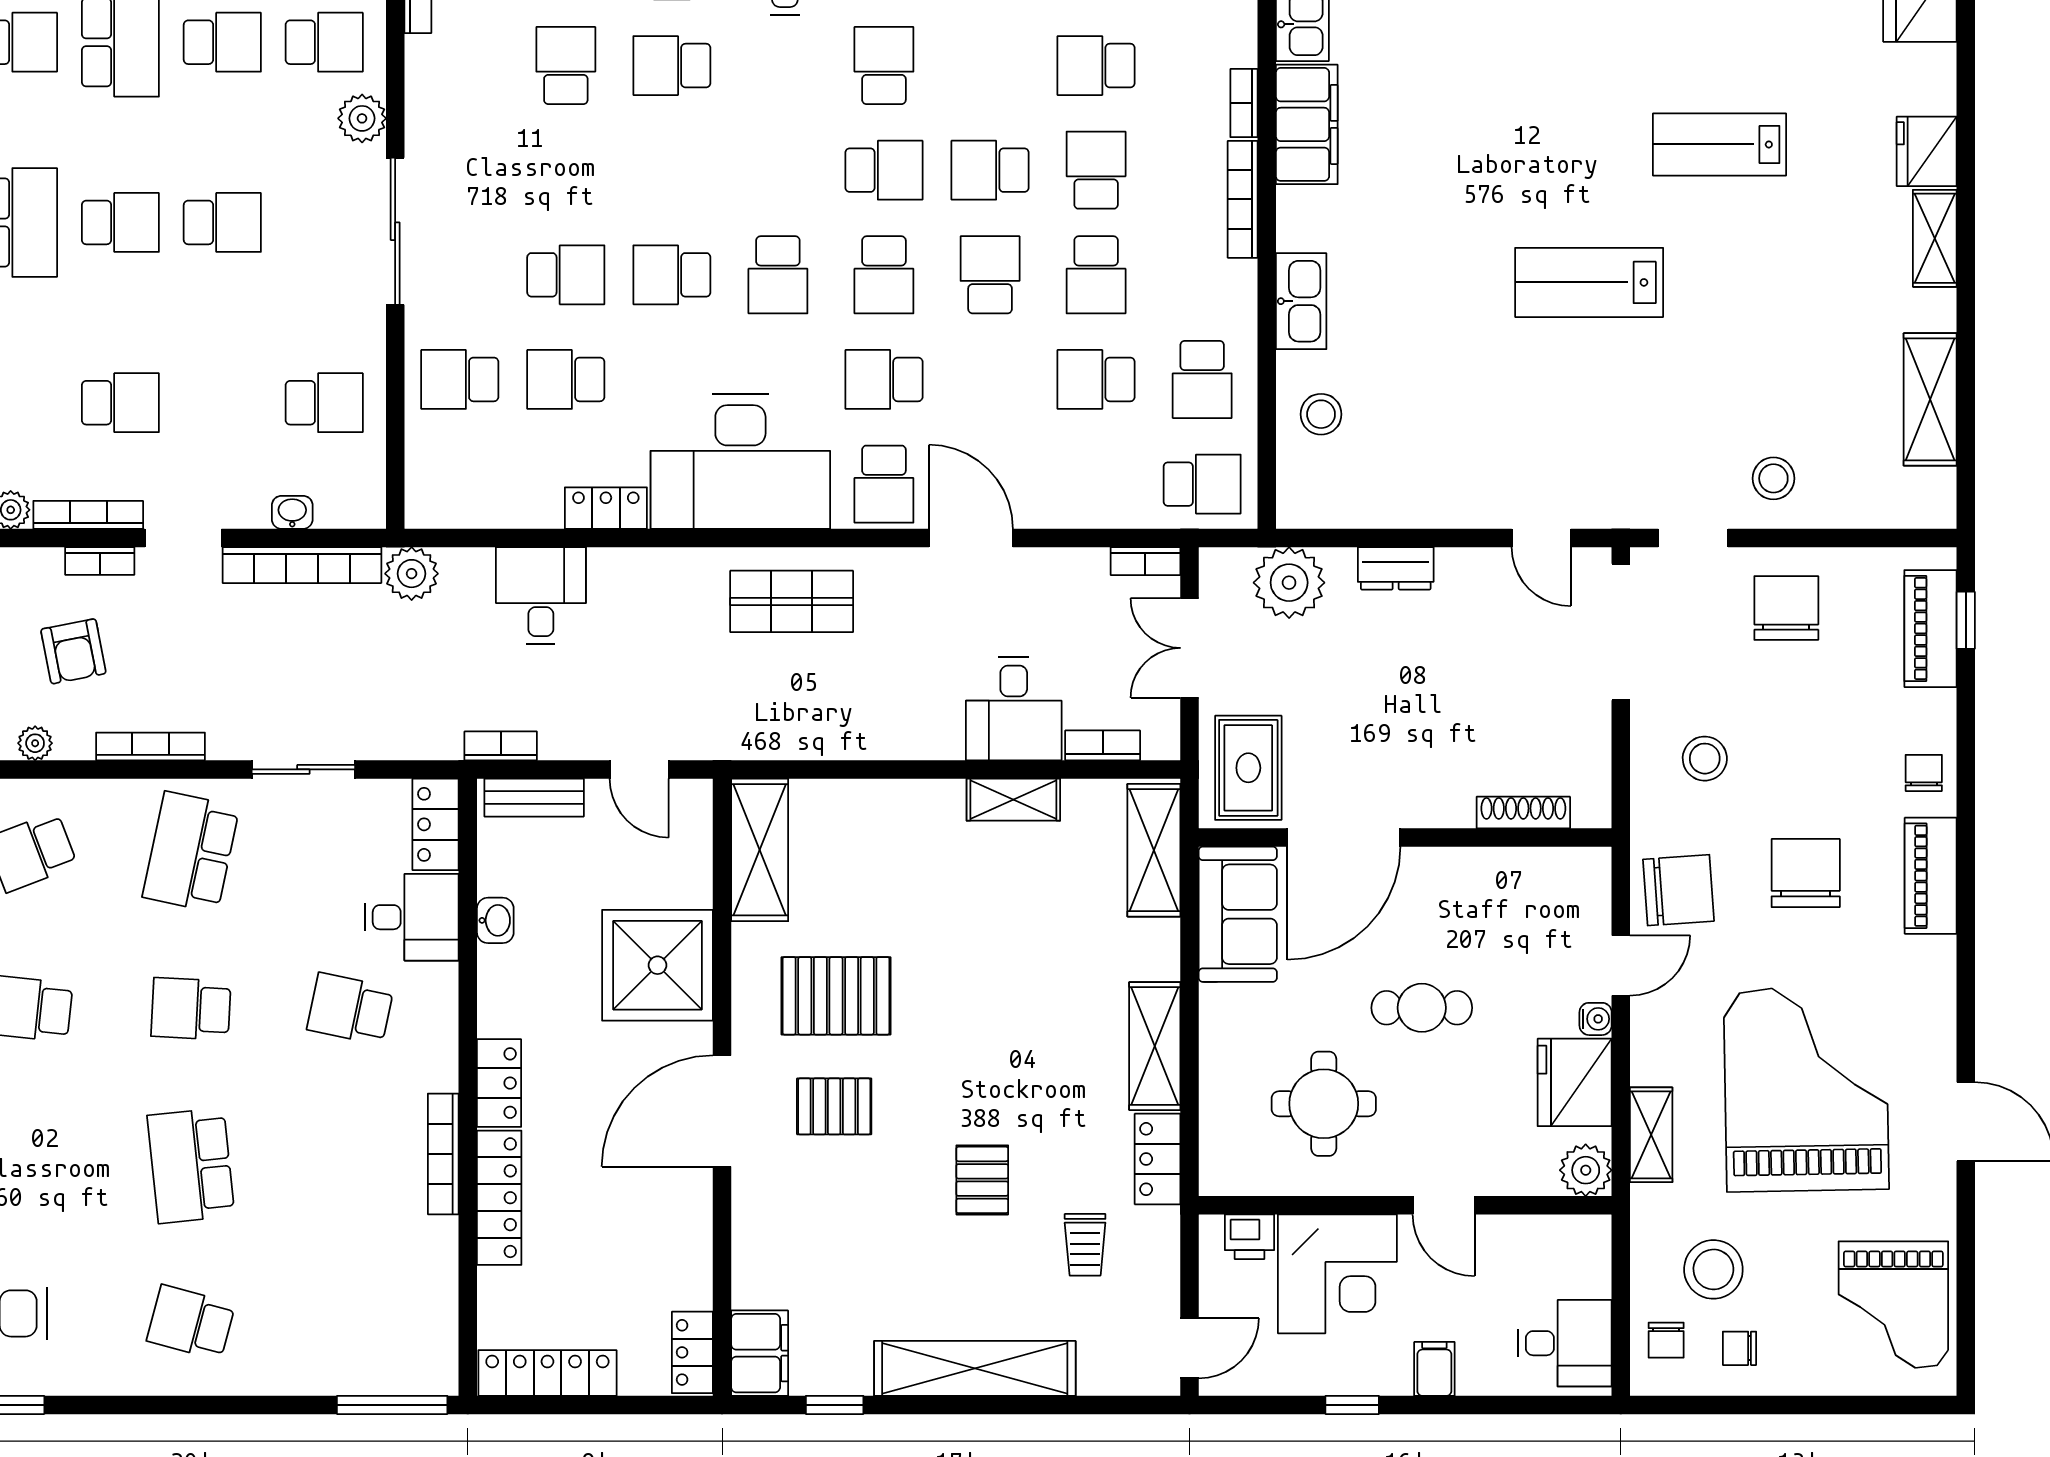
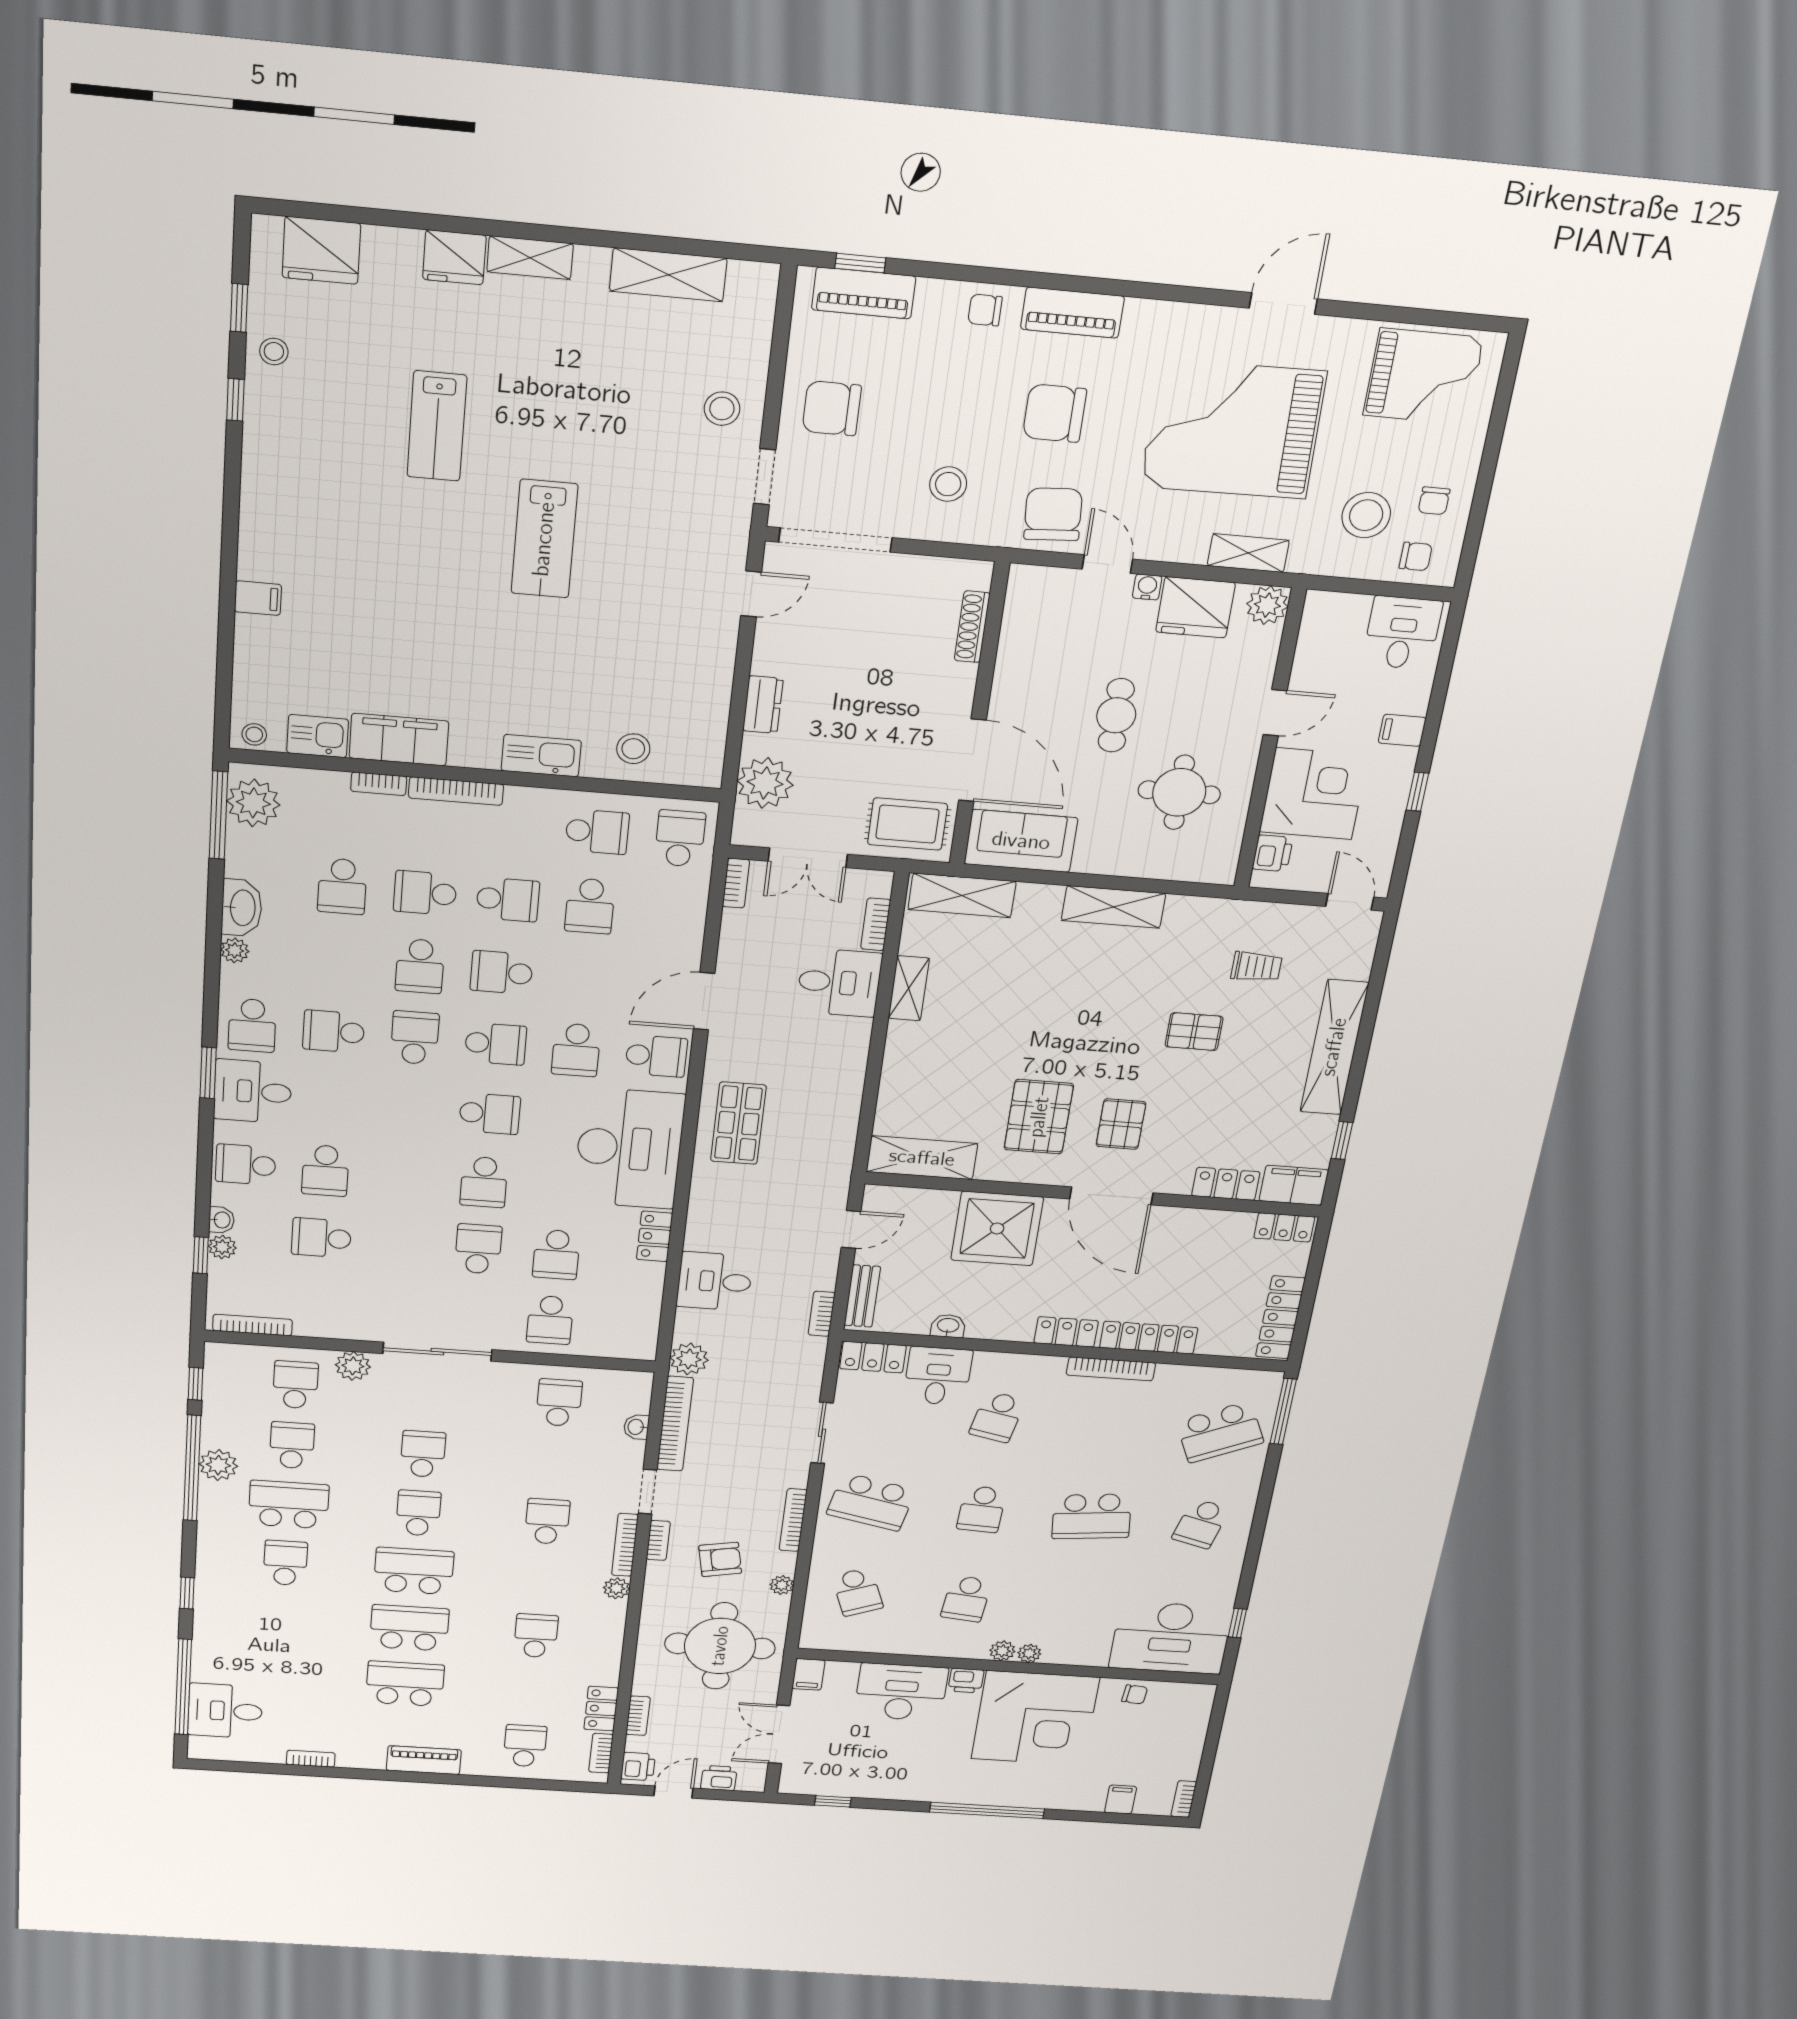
locker: (1158, 1159) -> (1226, 1184), moved, turned 180
school desk: (350, 1322) -> (1220, 1432), added

